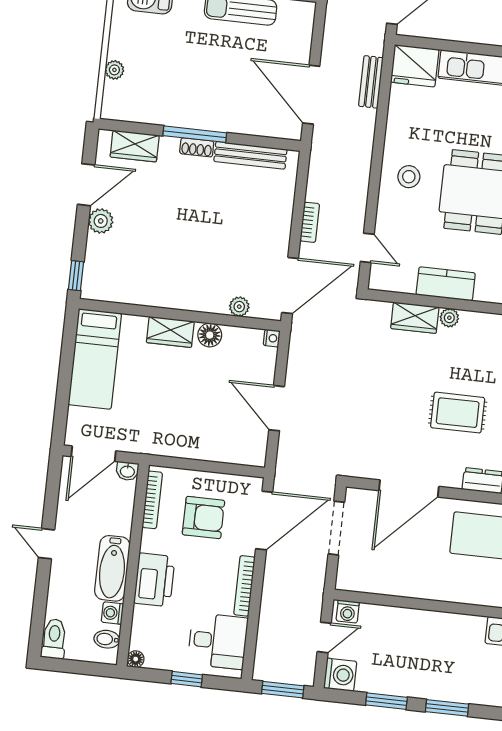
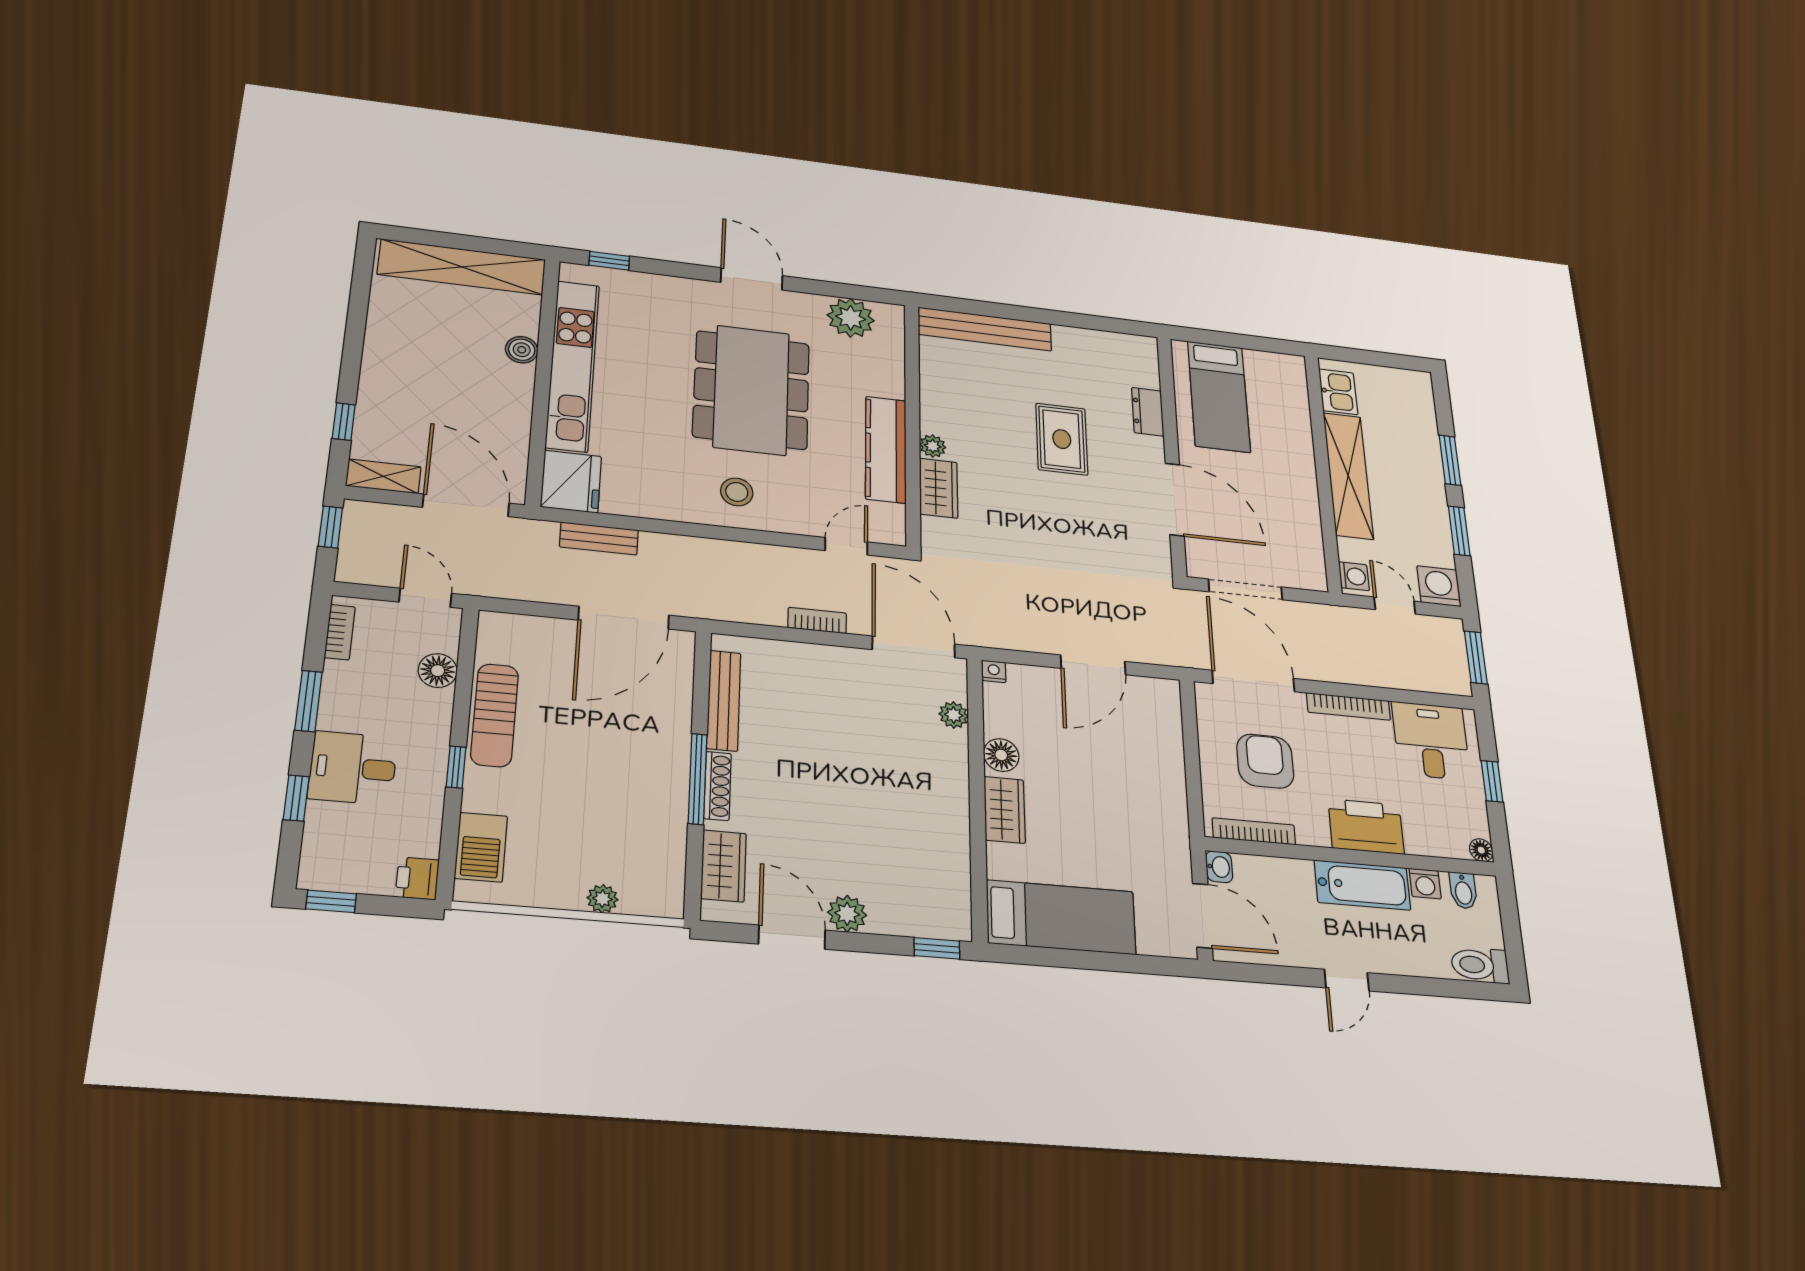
shoe rack: (197, 147) -> (718, 786), width x1.43
kitchen counter: (446, 284) -> (886, 449), width x1.50
shelving: (432, 625) -> (1348, 475), added

